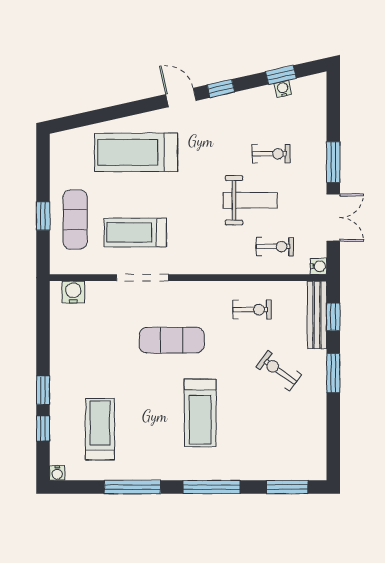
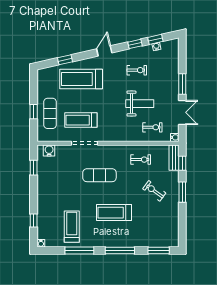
window: (221, 88) -> (135, 44), moved
door: (181, 97) -> (104, 51), hinge flipped
window: (104, 115) -> (65, 60), added
exercise bike: (271, 154) -> (137, 70), moved
bench: (317, 315) -> (174, 158), width x0.73
window: (43, 390) -> (34, 168), moved
treadmill: (200, 413) -> (114, 213), turned 90
treadmill: (100, 429) -> (72, 227), moved

